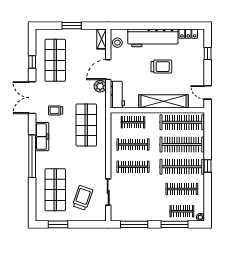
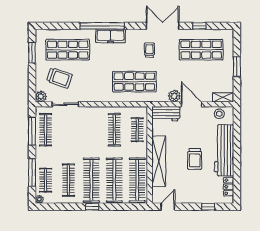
freezer: (42, 137) -> (111, 36), moved
clothes rail: (133, 167) -> (46, 130), moved
plant: (101, 216) -> (41, 97), added

